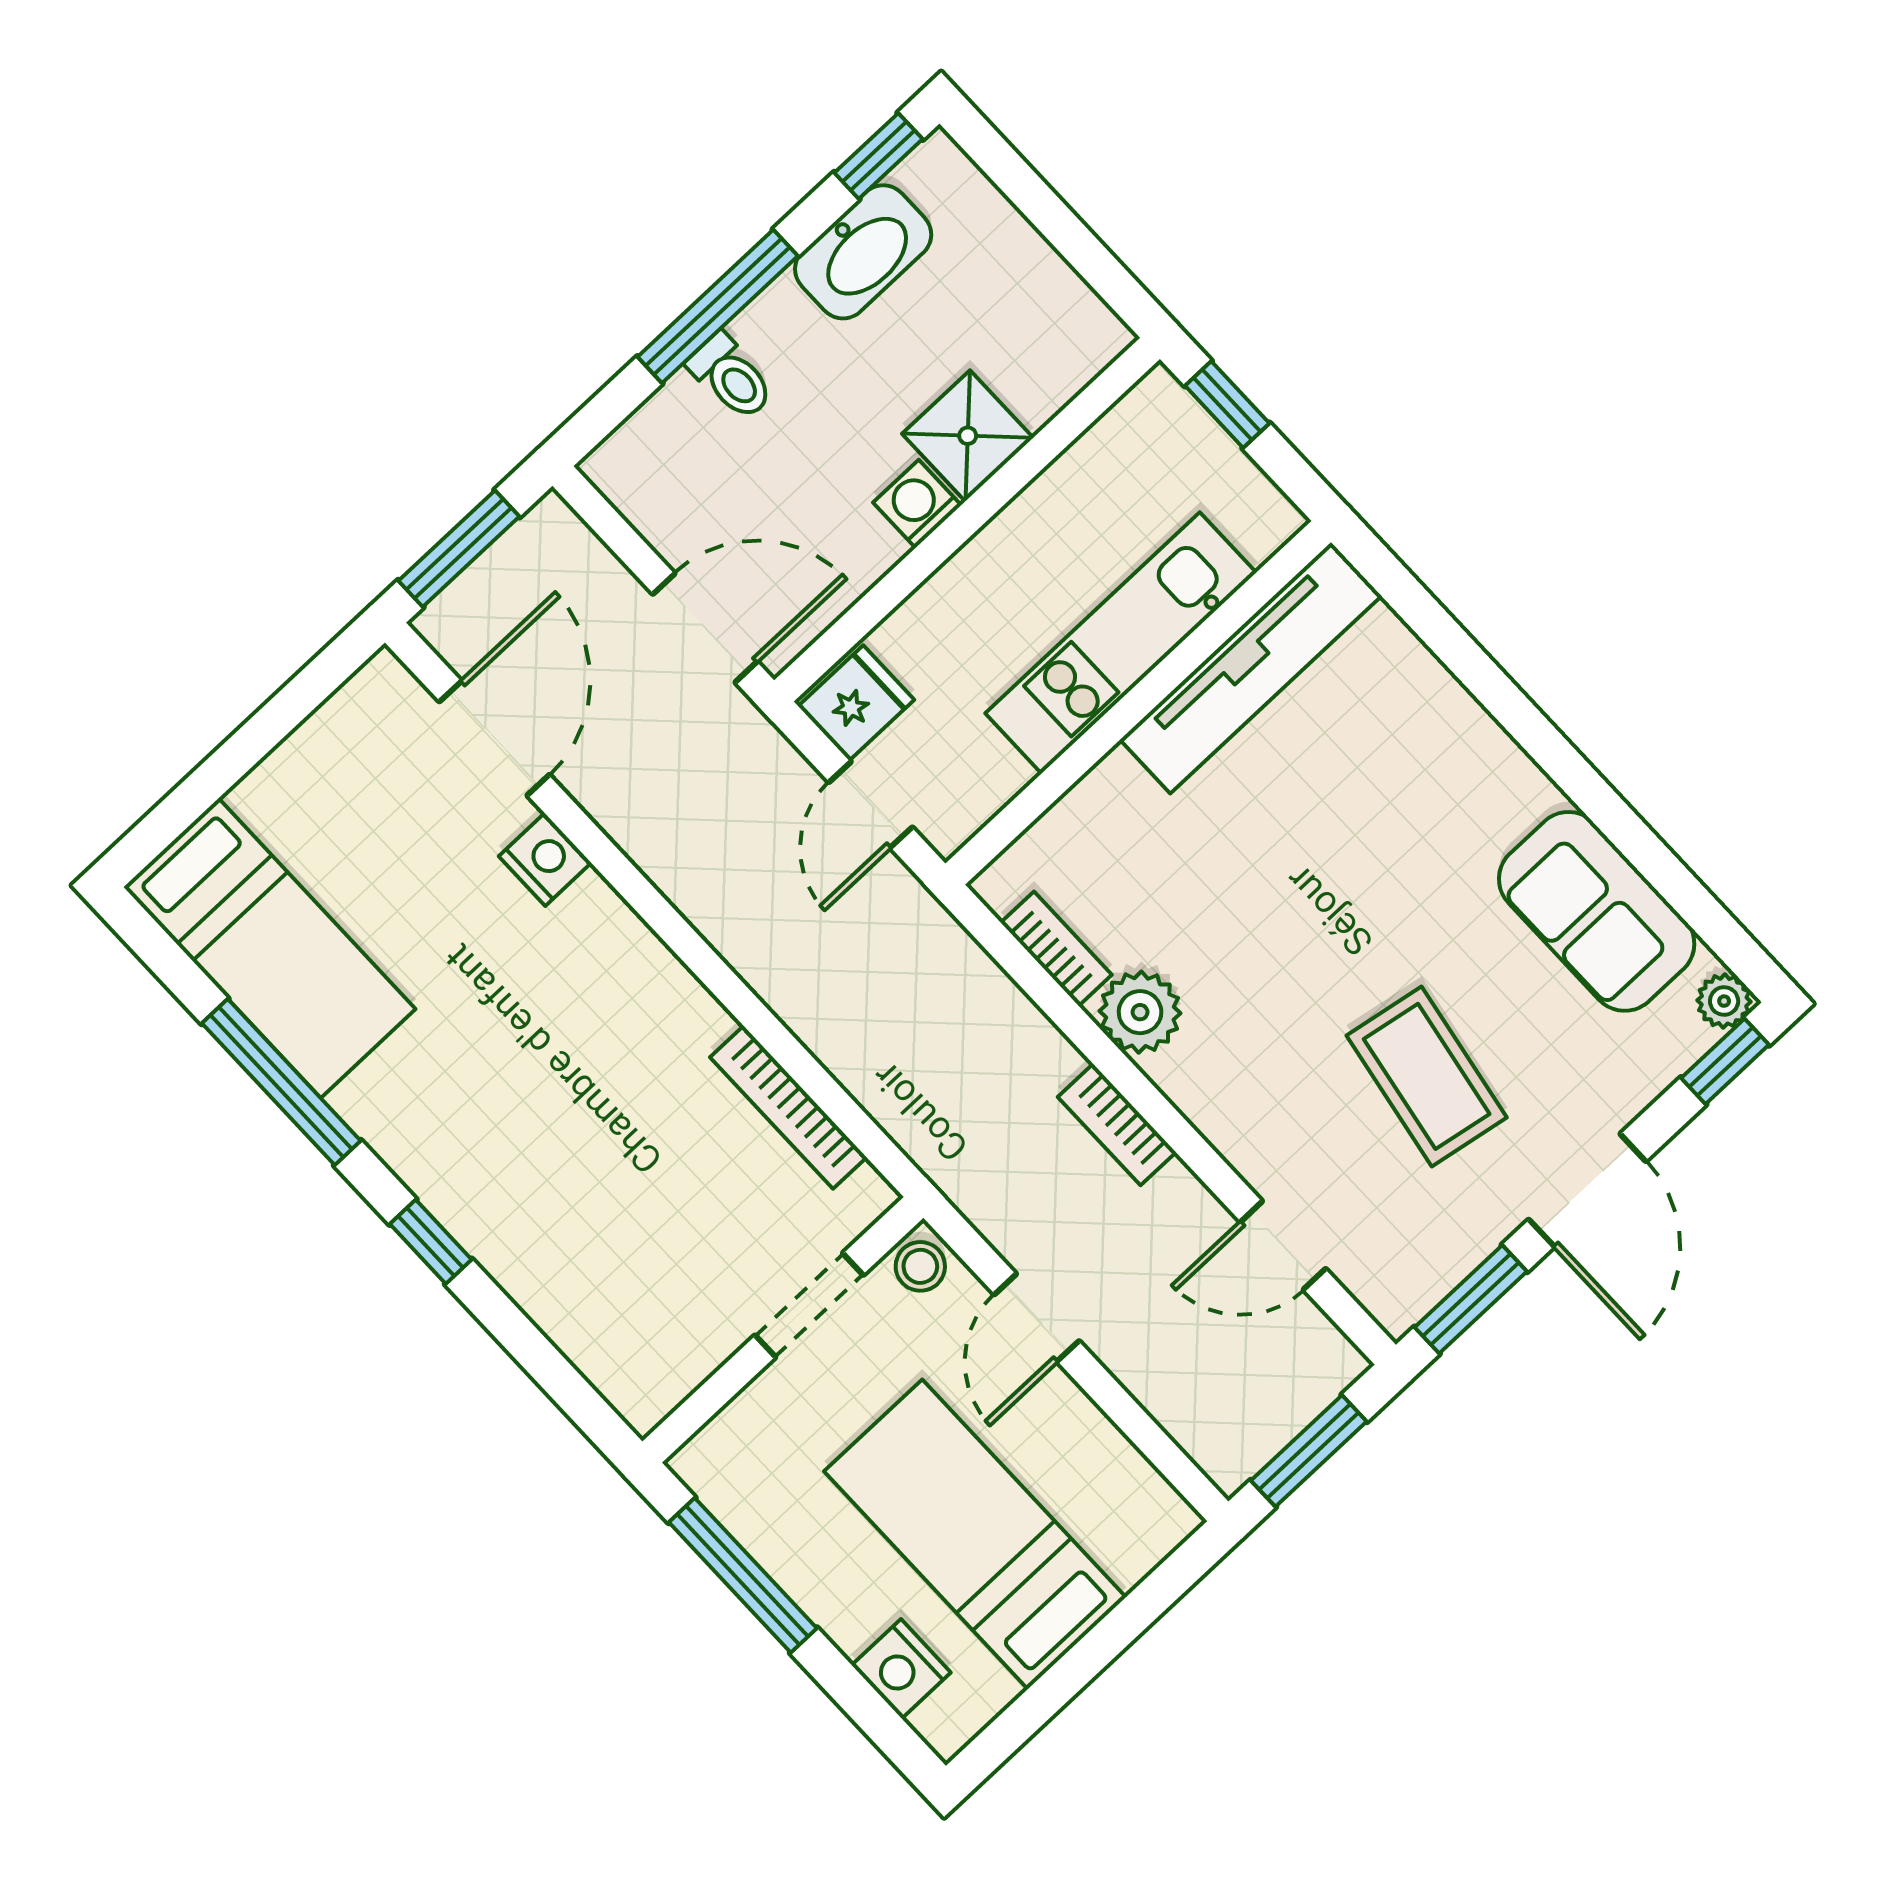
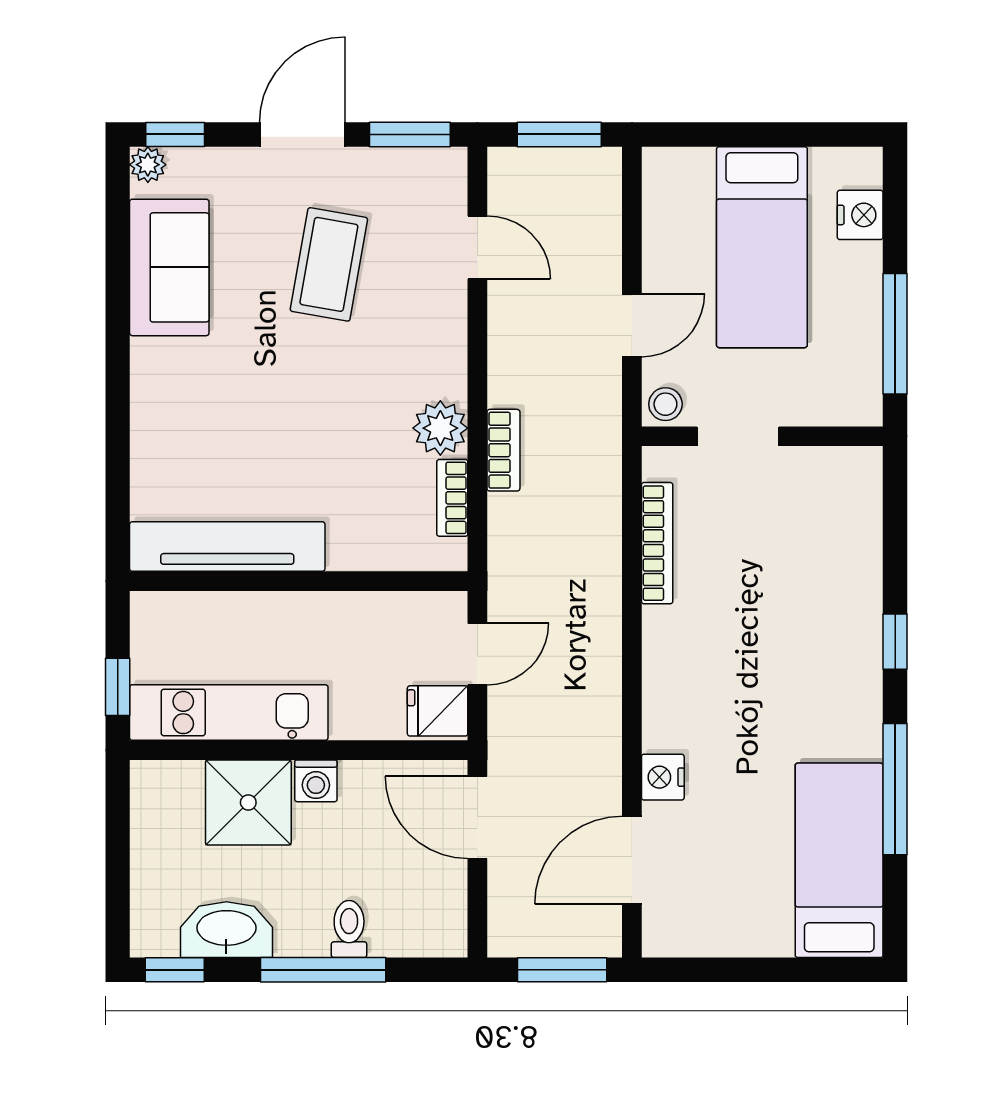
shower: (968, 436) -> (248, 802), width x1.36, depth x1.36
kitchen unit: (1121, 643) -> (229, 713), moved, turned 180
bookcase: (1117, 1125) -> (503, 450), moved

